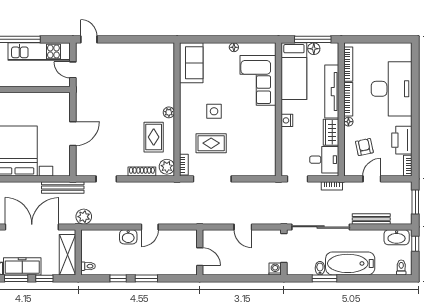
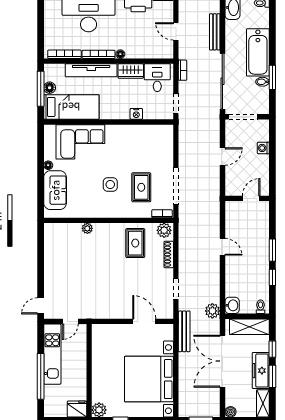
sofa: (191, 63) -> (55, 190), moved, turned 90
plant: (169, 112) -> (87, 228), moved
nightstand: (287, 120) -> (136, 114), moved
door: (73, 134) -> (144, 321), moved
rug: (154, 137) -> (135, 243), turned 90
armchair: (364, 147) -> (145, 39), removed
washbasin: (128, 237) -> (232, 305), moved
washing machine: (275, 269) -> (263, 148), moved

